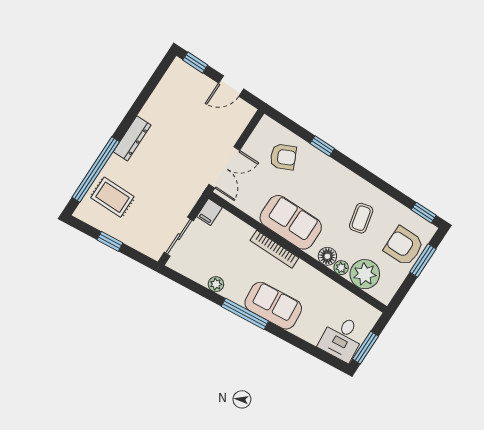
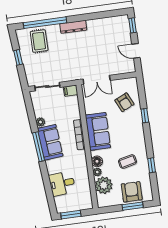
window: (424, 213) -> (152, 165), moved
sofa: (273, 306) -> (50, 142), moved
desk: (342, 338) -> (62, 184), moved

